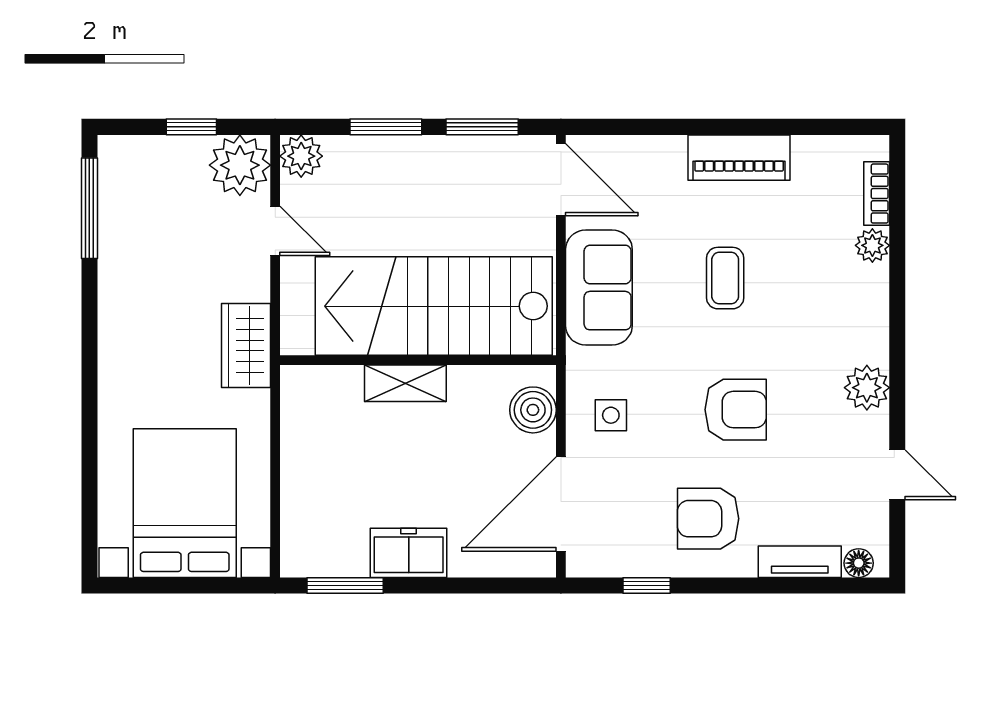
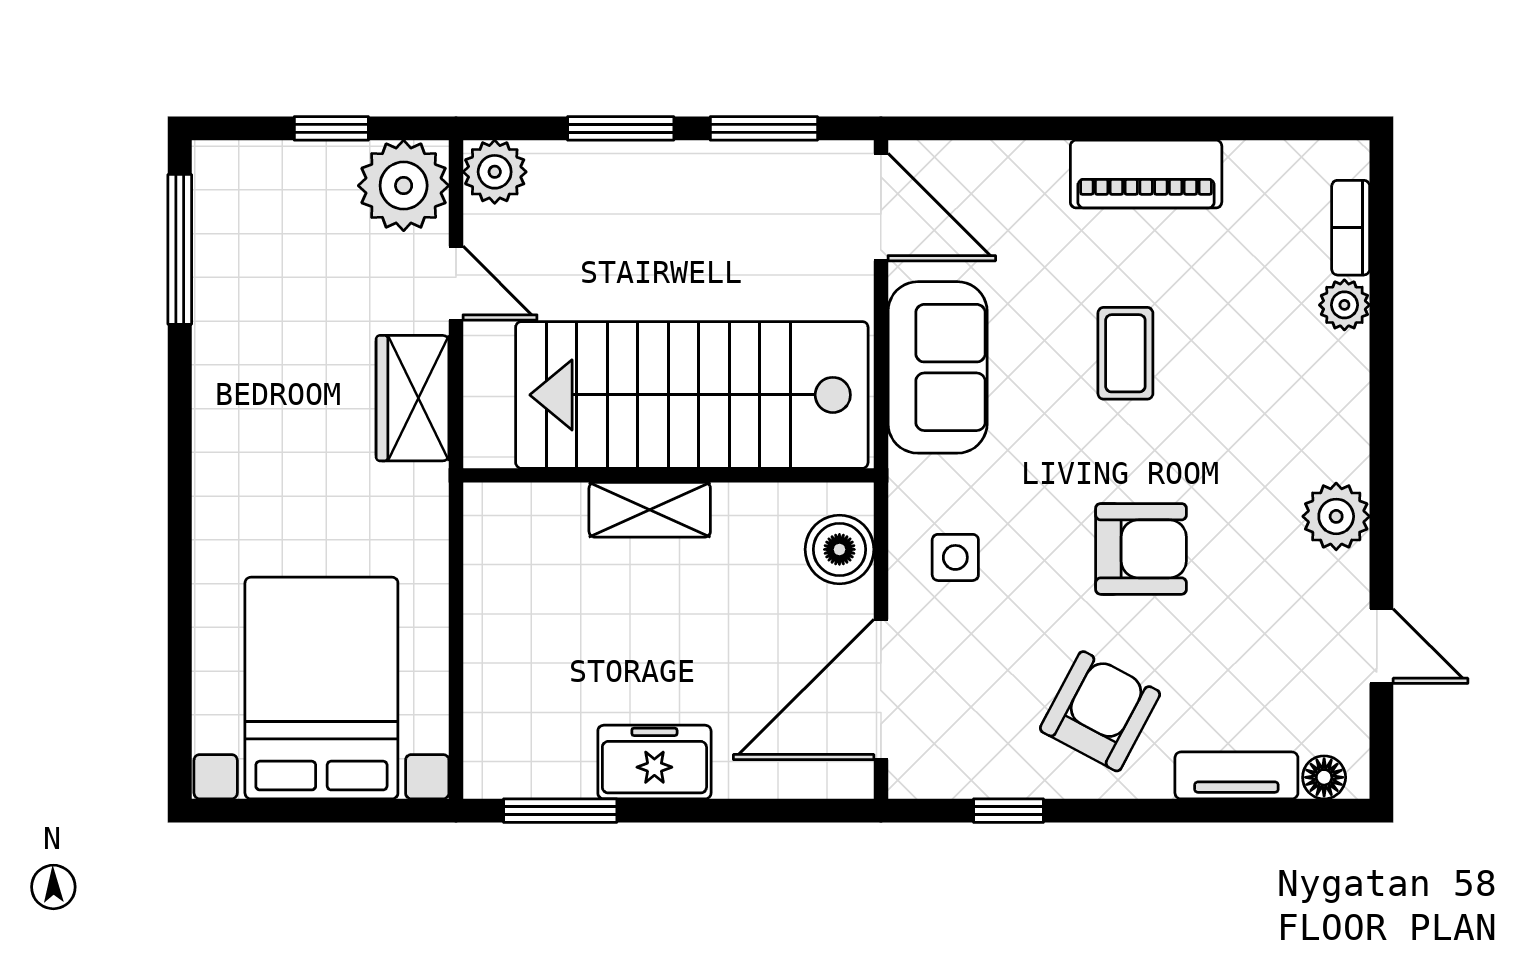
wardrobe: (246, 346) -> (413, 398), moved
armchair: (708, 519) -> (1100, 711), turned 118

